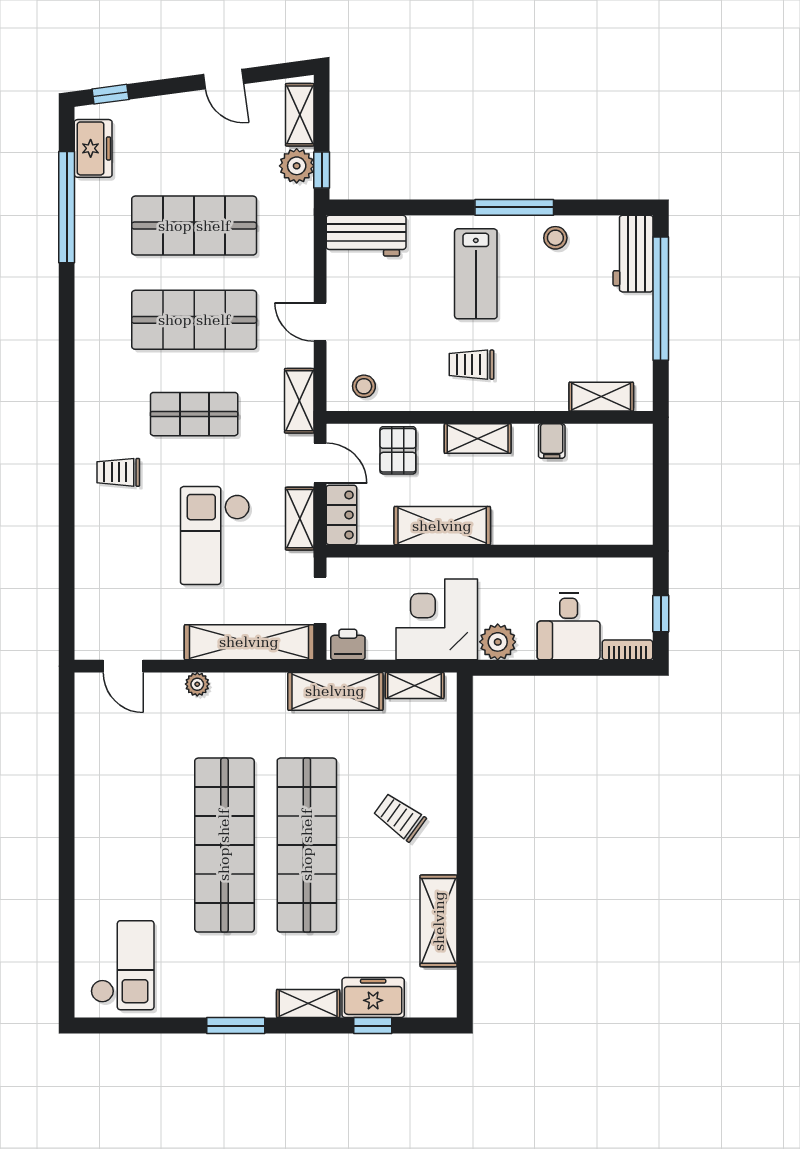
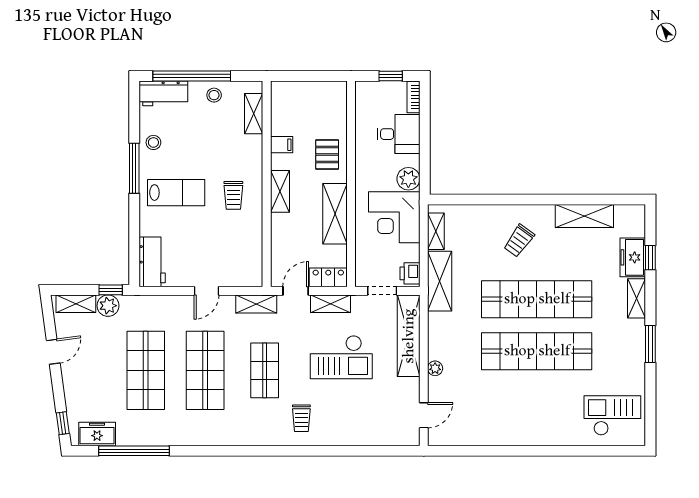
stool: (364, 386) -> (214, 95), moved
pallet: (398, 450) -> (327, 155), moved, turned 90

